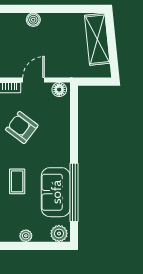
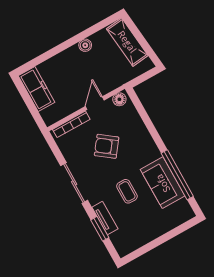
boiler: (33, 20) -> (85, 45), moved
plant: (59, 233) -> (184, 214), removed
plant: (26, 236) -> (158, 231), removed

